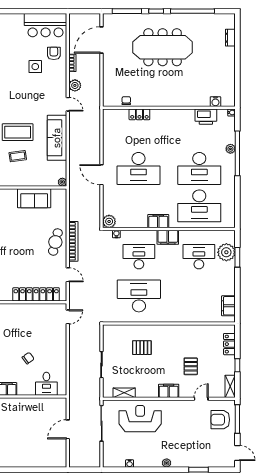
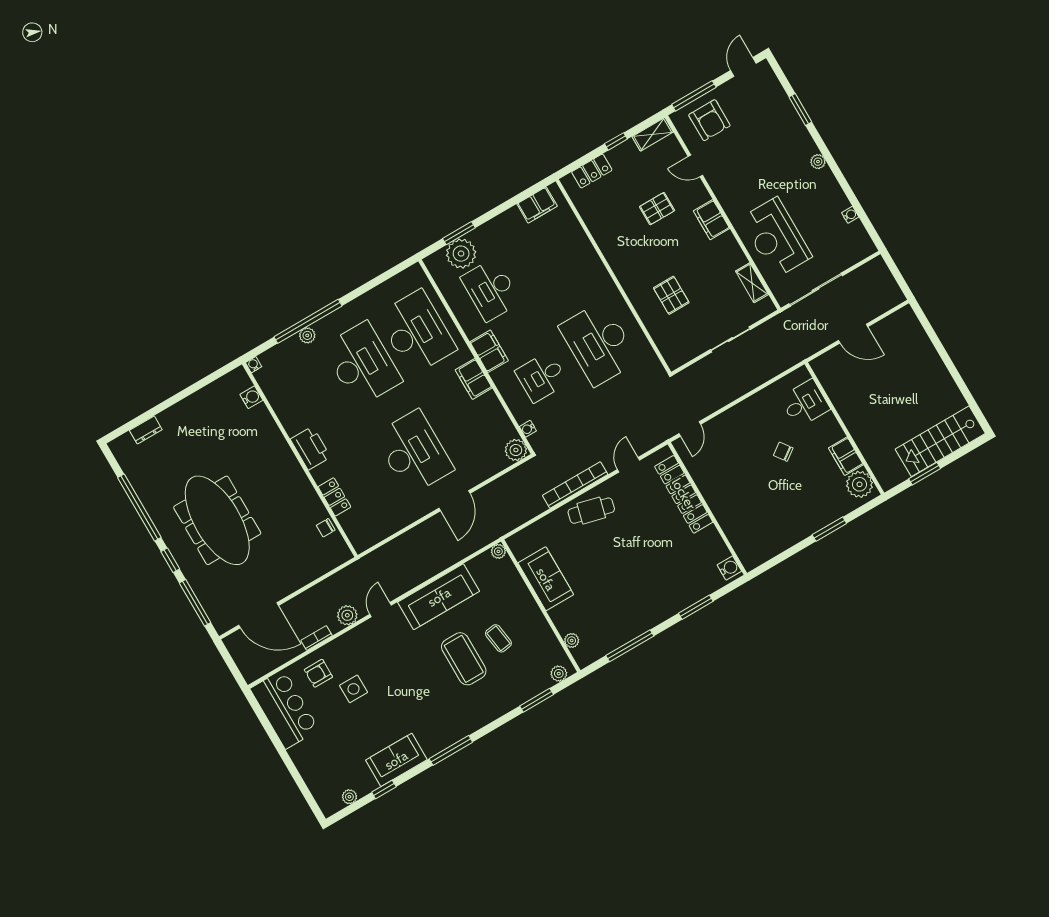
printer: (206, 117) -> (310, 448), moved
desk: (139, 257) -> (542, 377), width x0.73
door: (68, 317) -> (690, 429), swing flipped

